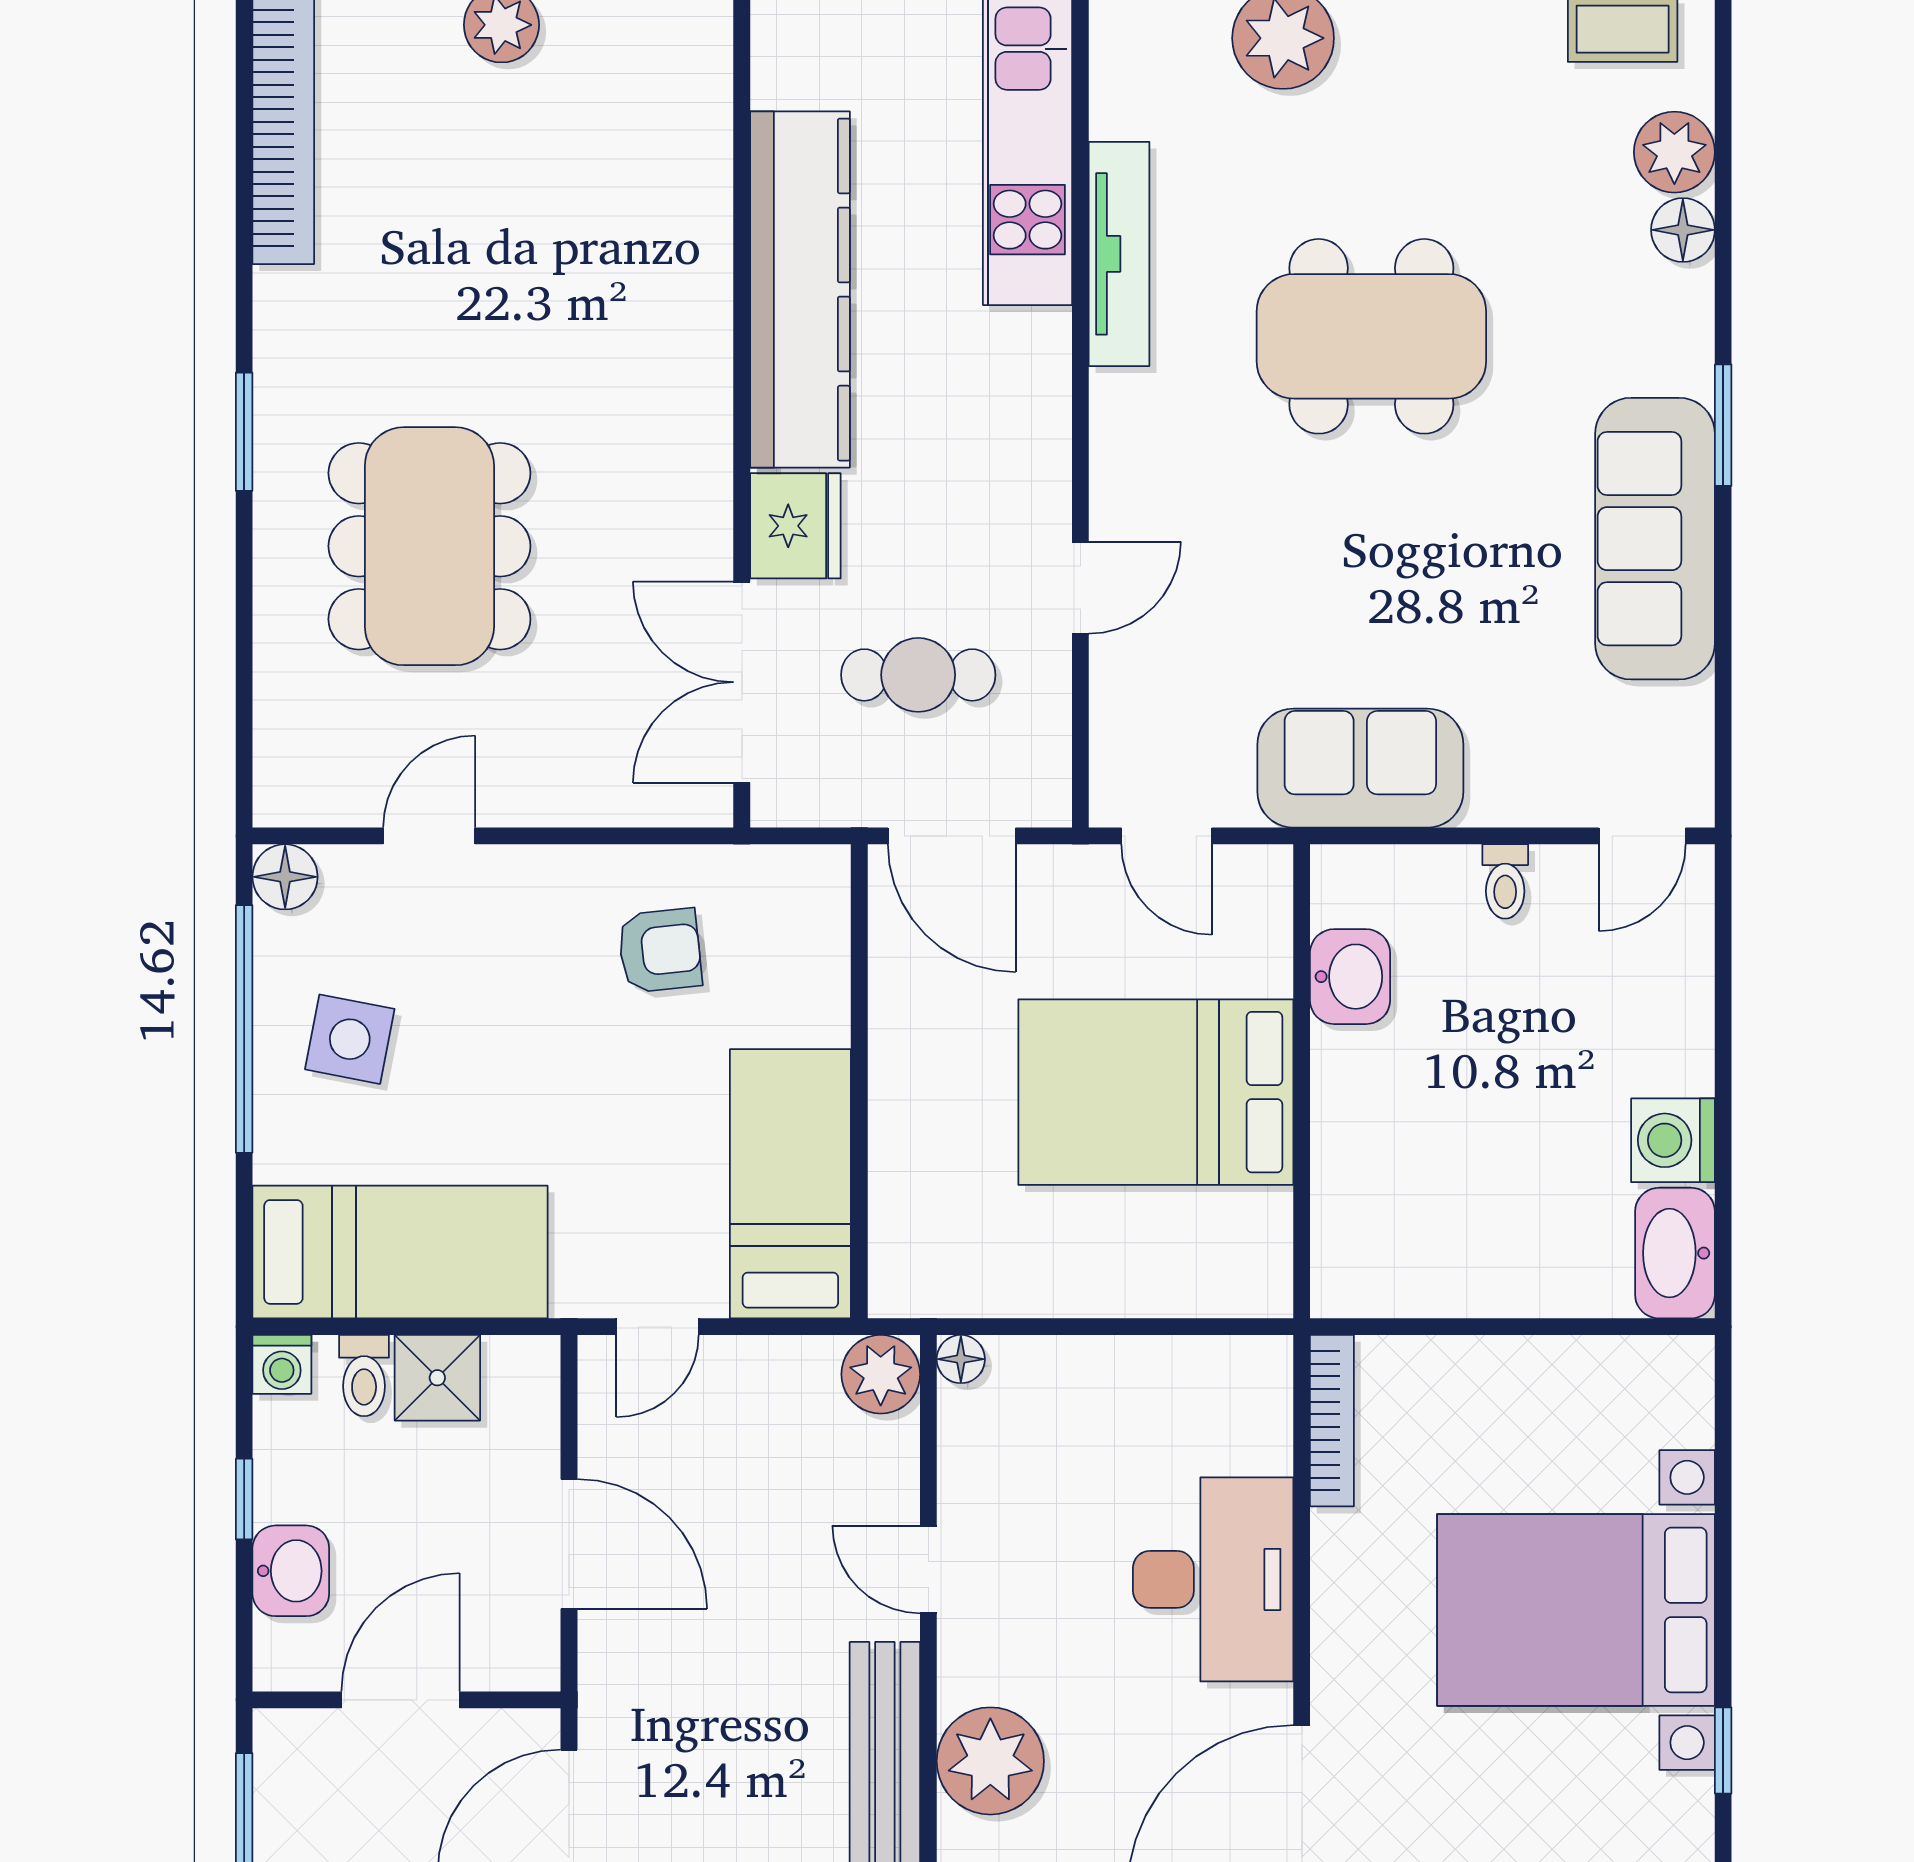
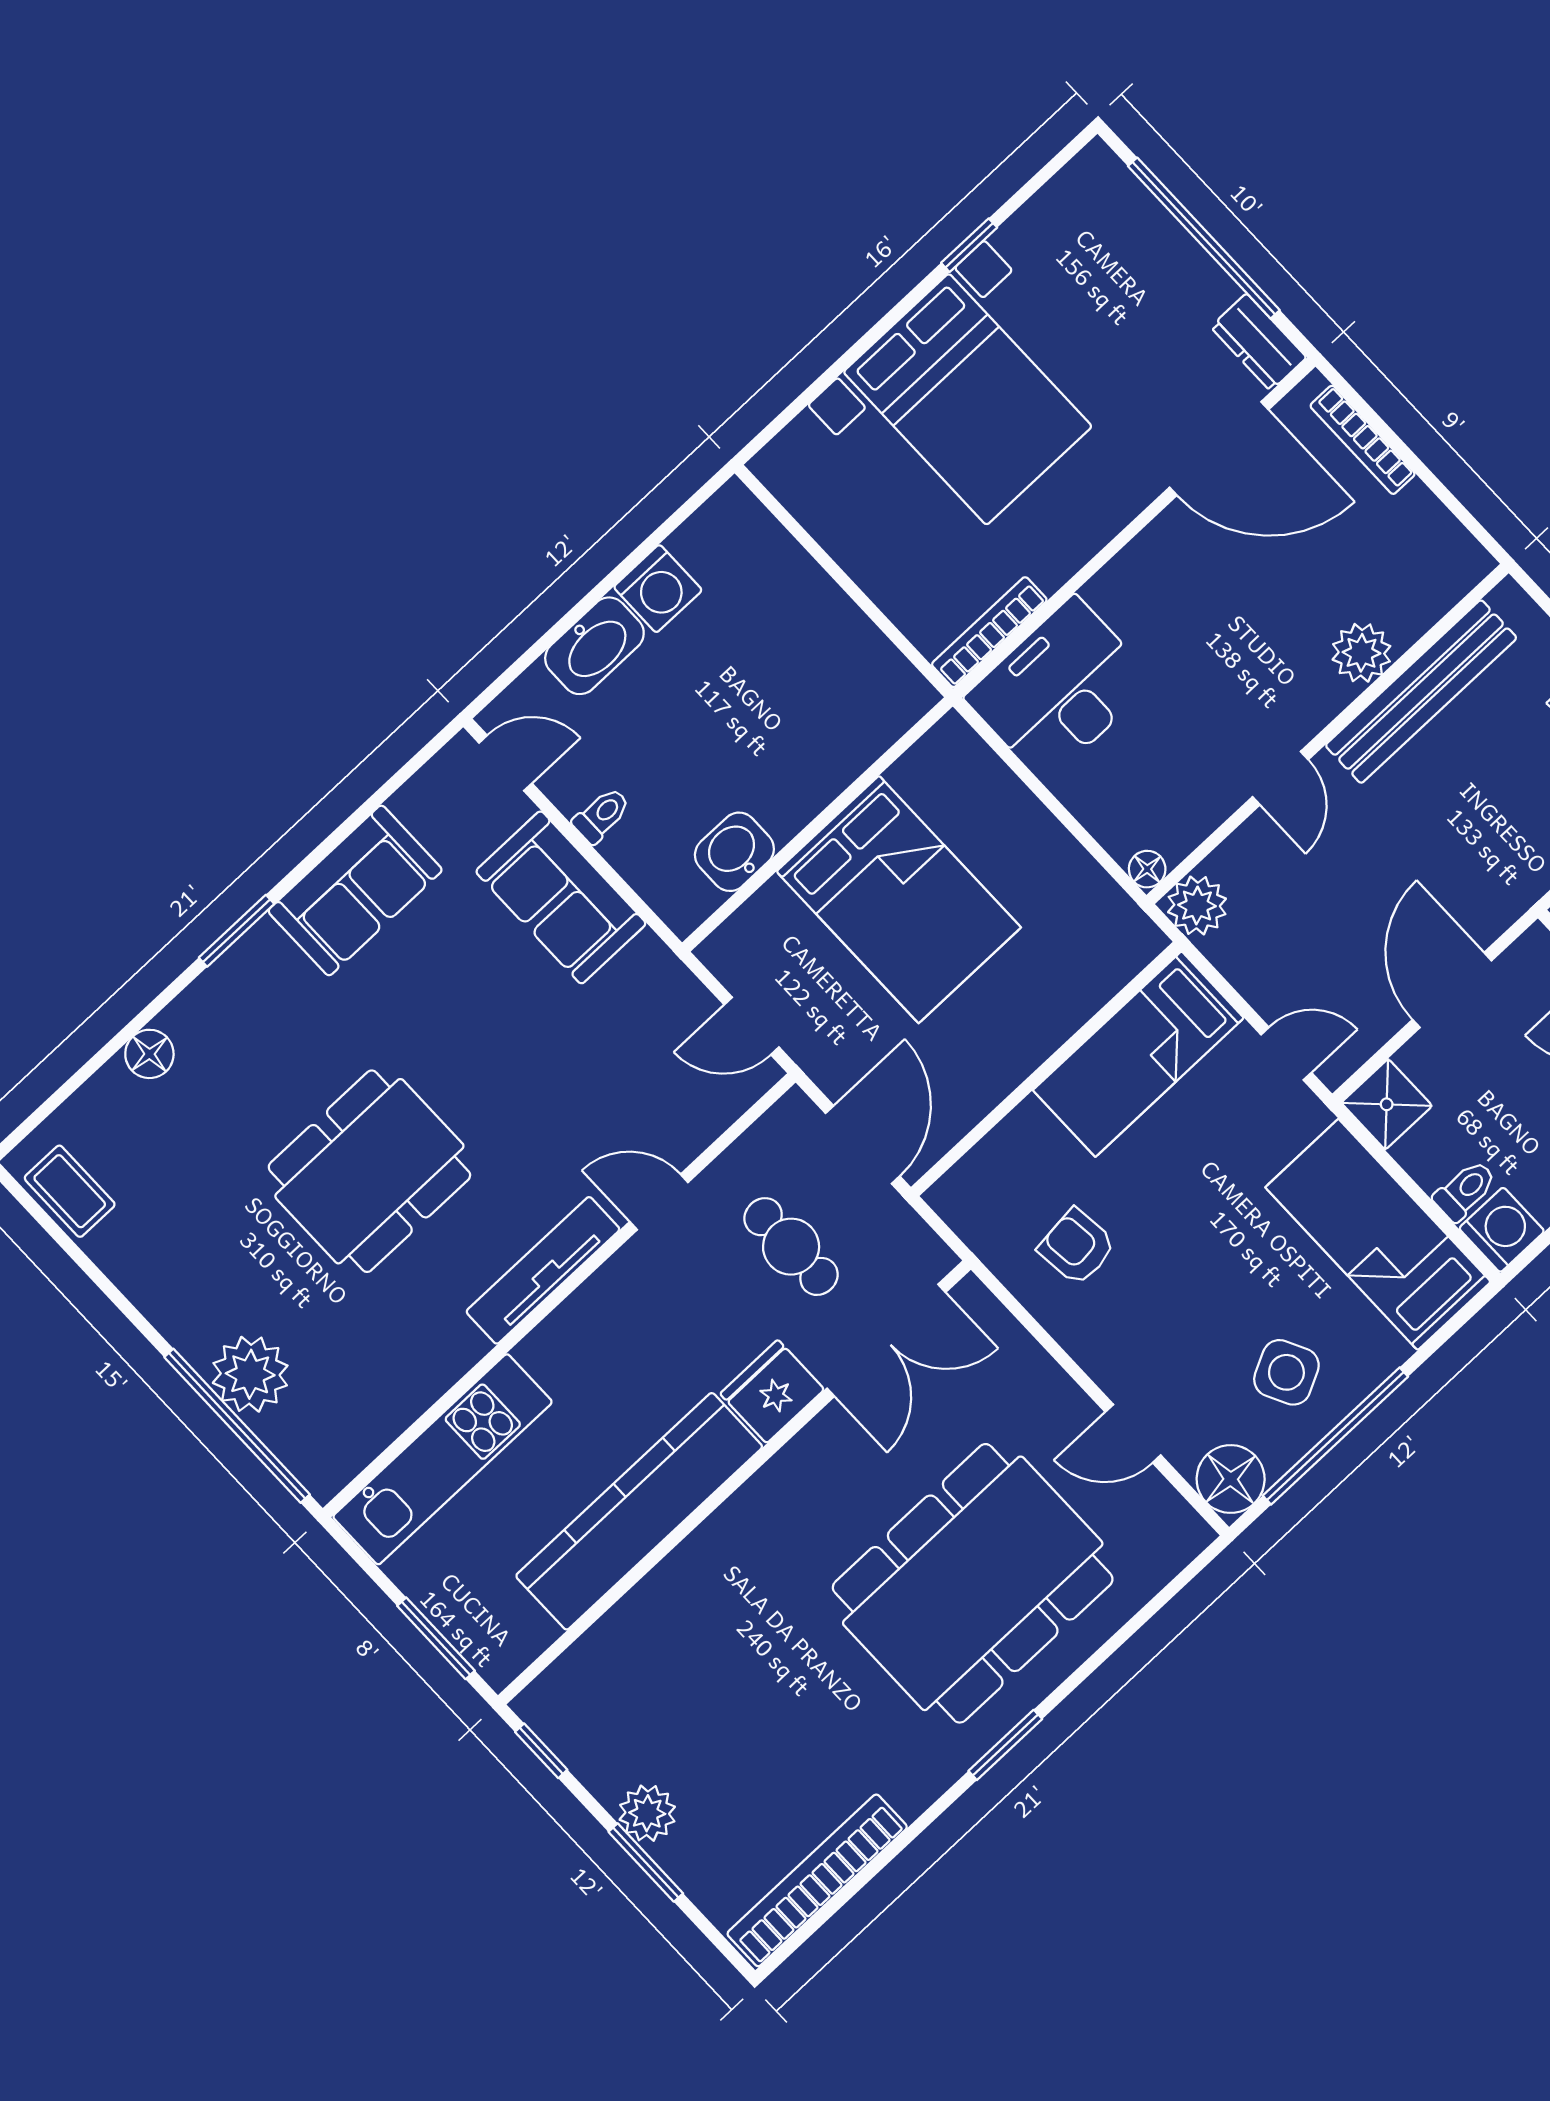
plant: (1674, 152) -> (111, 1099), removed
tv unit: (1119, 254) -> (543, 1270), moved
dining table: (1371, 336) -> (369, 1171), turned 90
sofa: (1655, 539) -> (355, 890), width x0.73
dining table: (429, 546) -> (973, 1583), width x1.36, depth x1.24
sofa: (1360, 768) -> (561, 897), moved
door: (1167, 836) -> (752, 1026), swing flipped
floor lamp: (285, 877) -> (1231, 1479), width x1.38, depth x1.38
side table: (350, 1039) -> (1286, 1372), turned -38
washbasin: (1675, 1253) -> (594, 646), moved
washing machine: (282, 1364) -> (1502, 1230), width x1.38, depth x1.38
shower: (437, 1378) -> (1387, 1104), moved
desk: (1213, 1579) -> (1060, 689), moved
plant: (990, 1761) -> (1361, 653), width x0.73, depth x0.73

